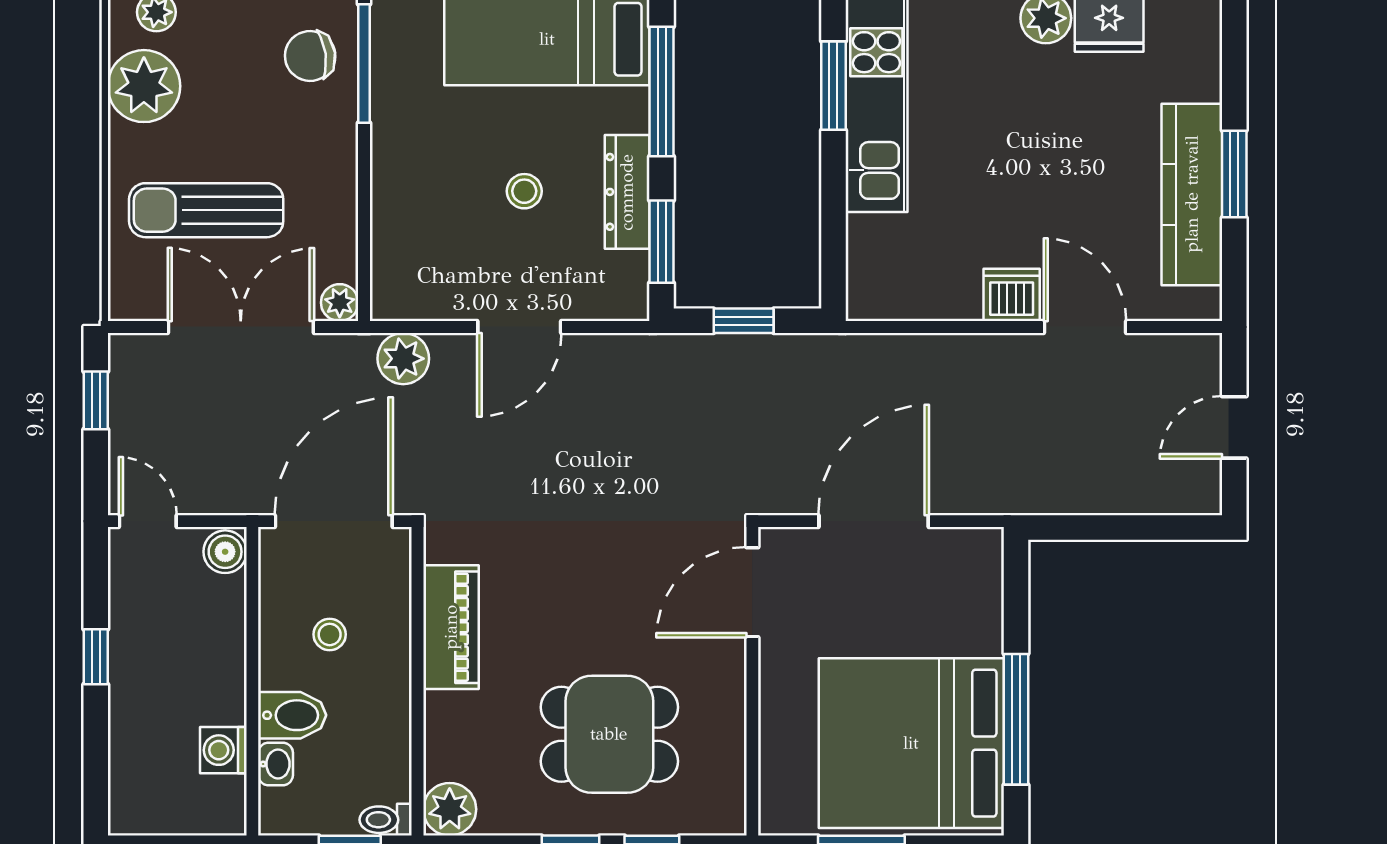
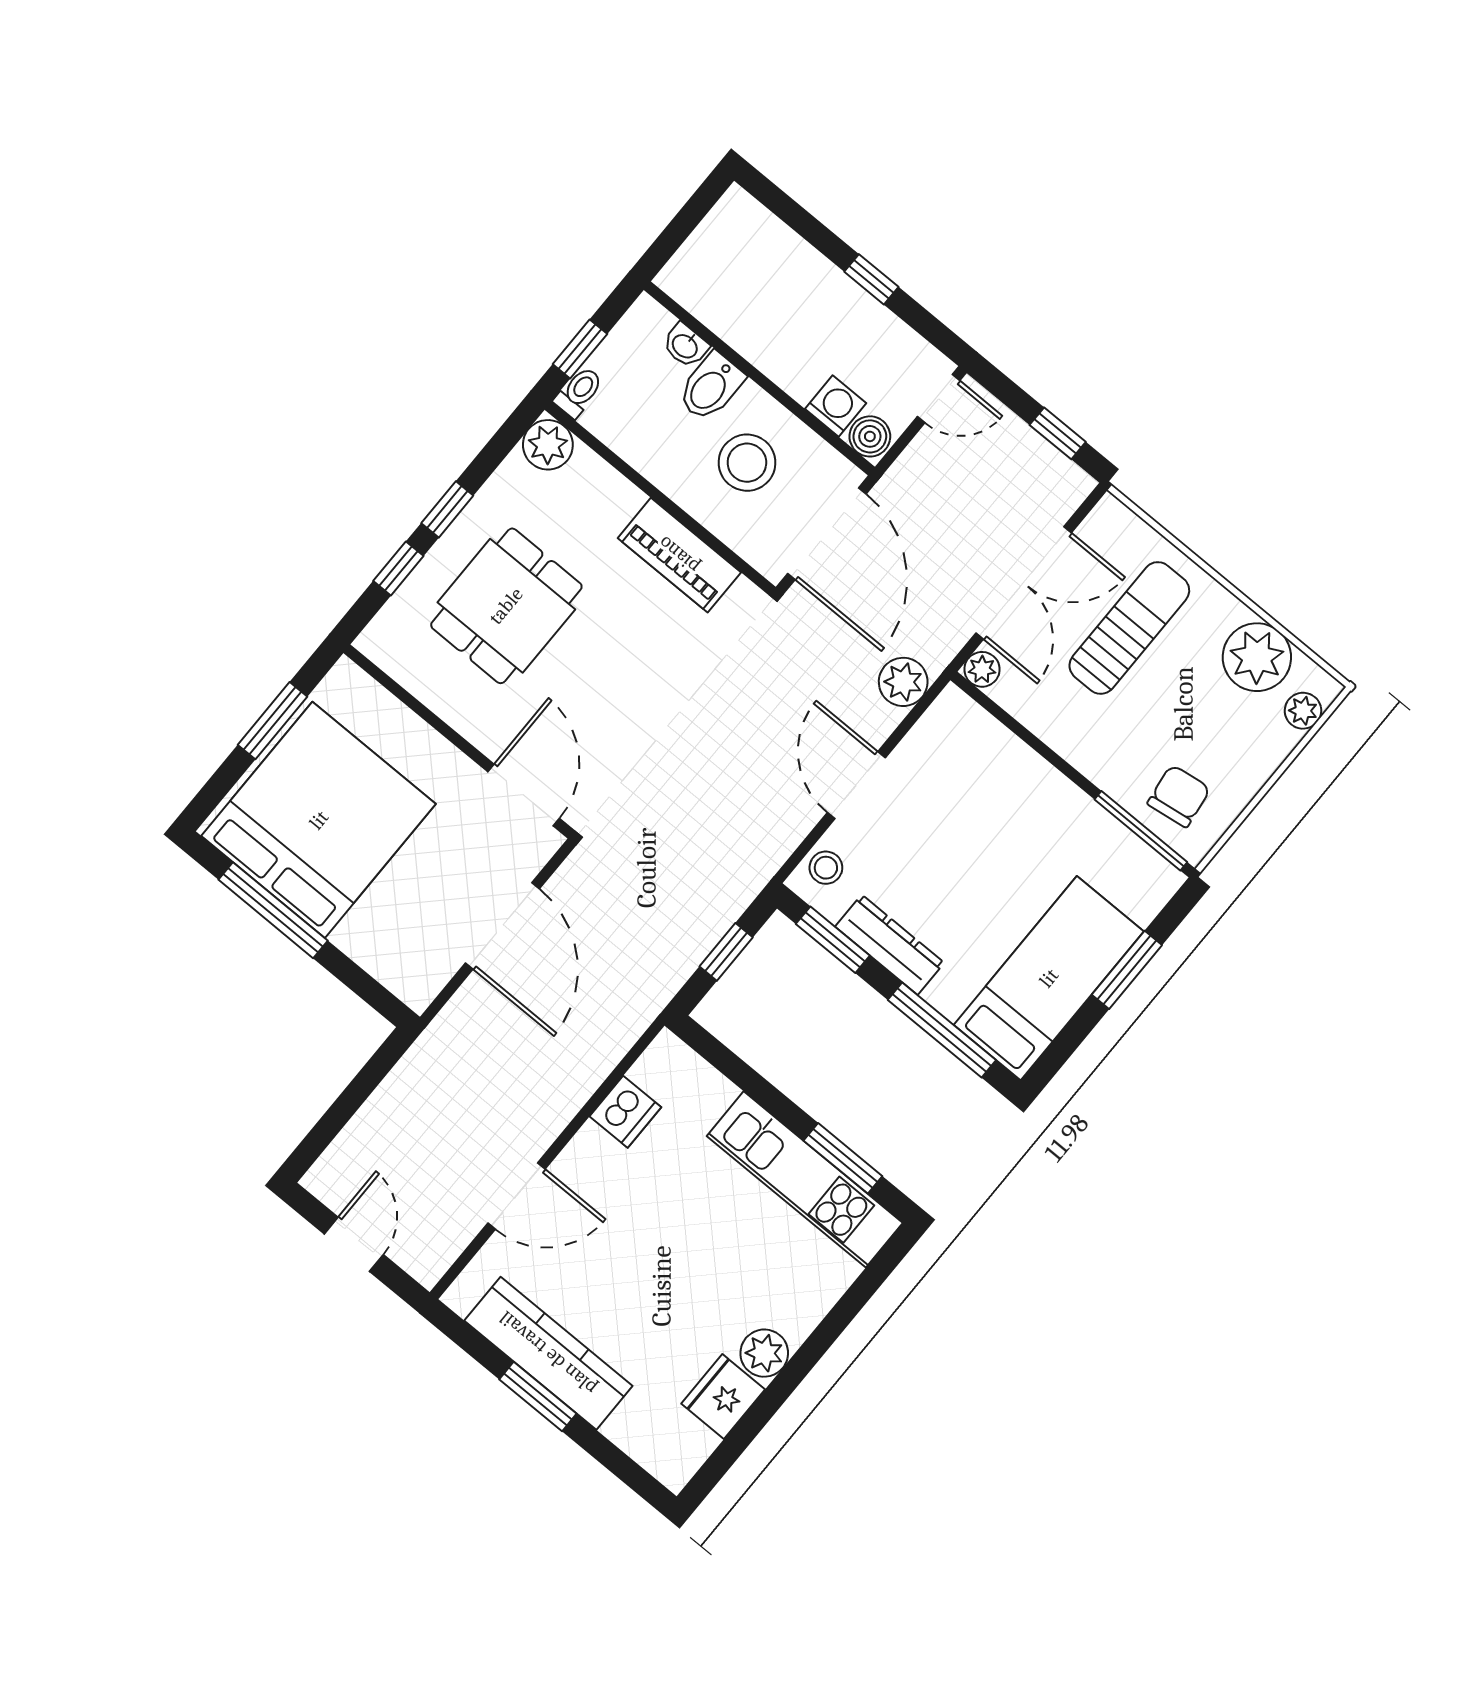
stool: (524, 191) -> (826, 868), moved
dishwasher: (1012, 295) -> (625, 1112), moved
stool: (330, 634) -> (747, 463), width x1.89, depth x1.89
washing machine: (223, 750) -> (836, 406), moved

